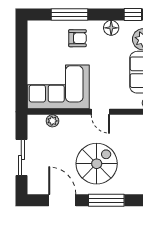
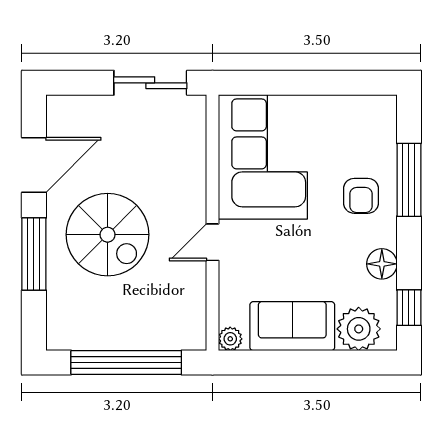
plant: (52, 121) -> (194, 145), removed
sliding door: (21, 157) -> (150, 83), moved

